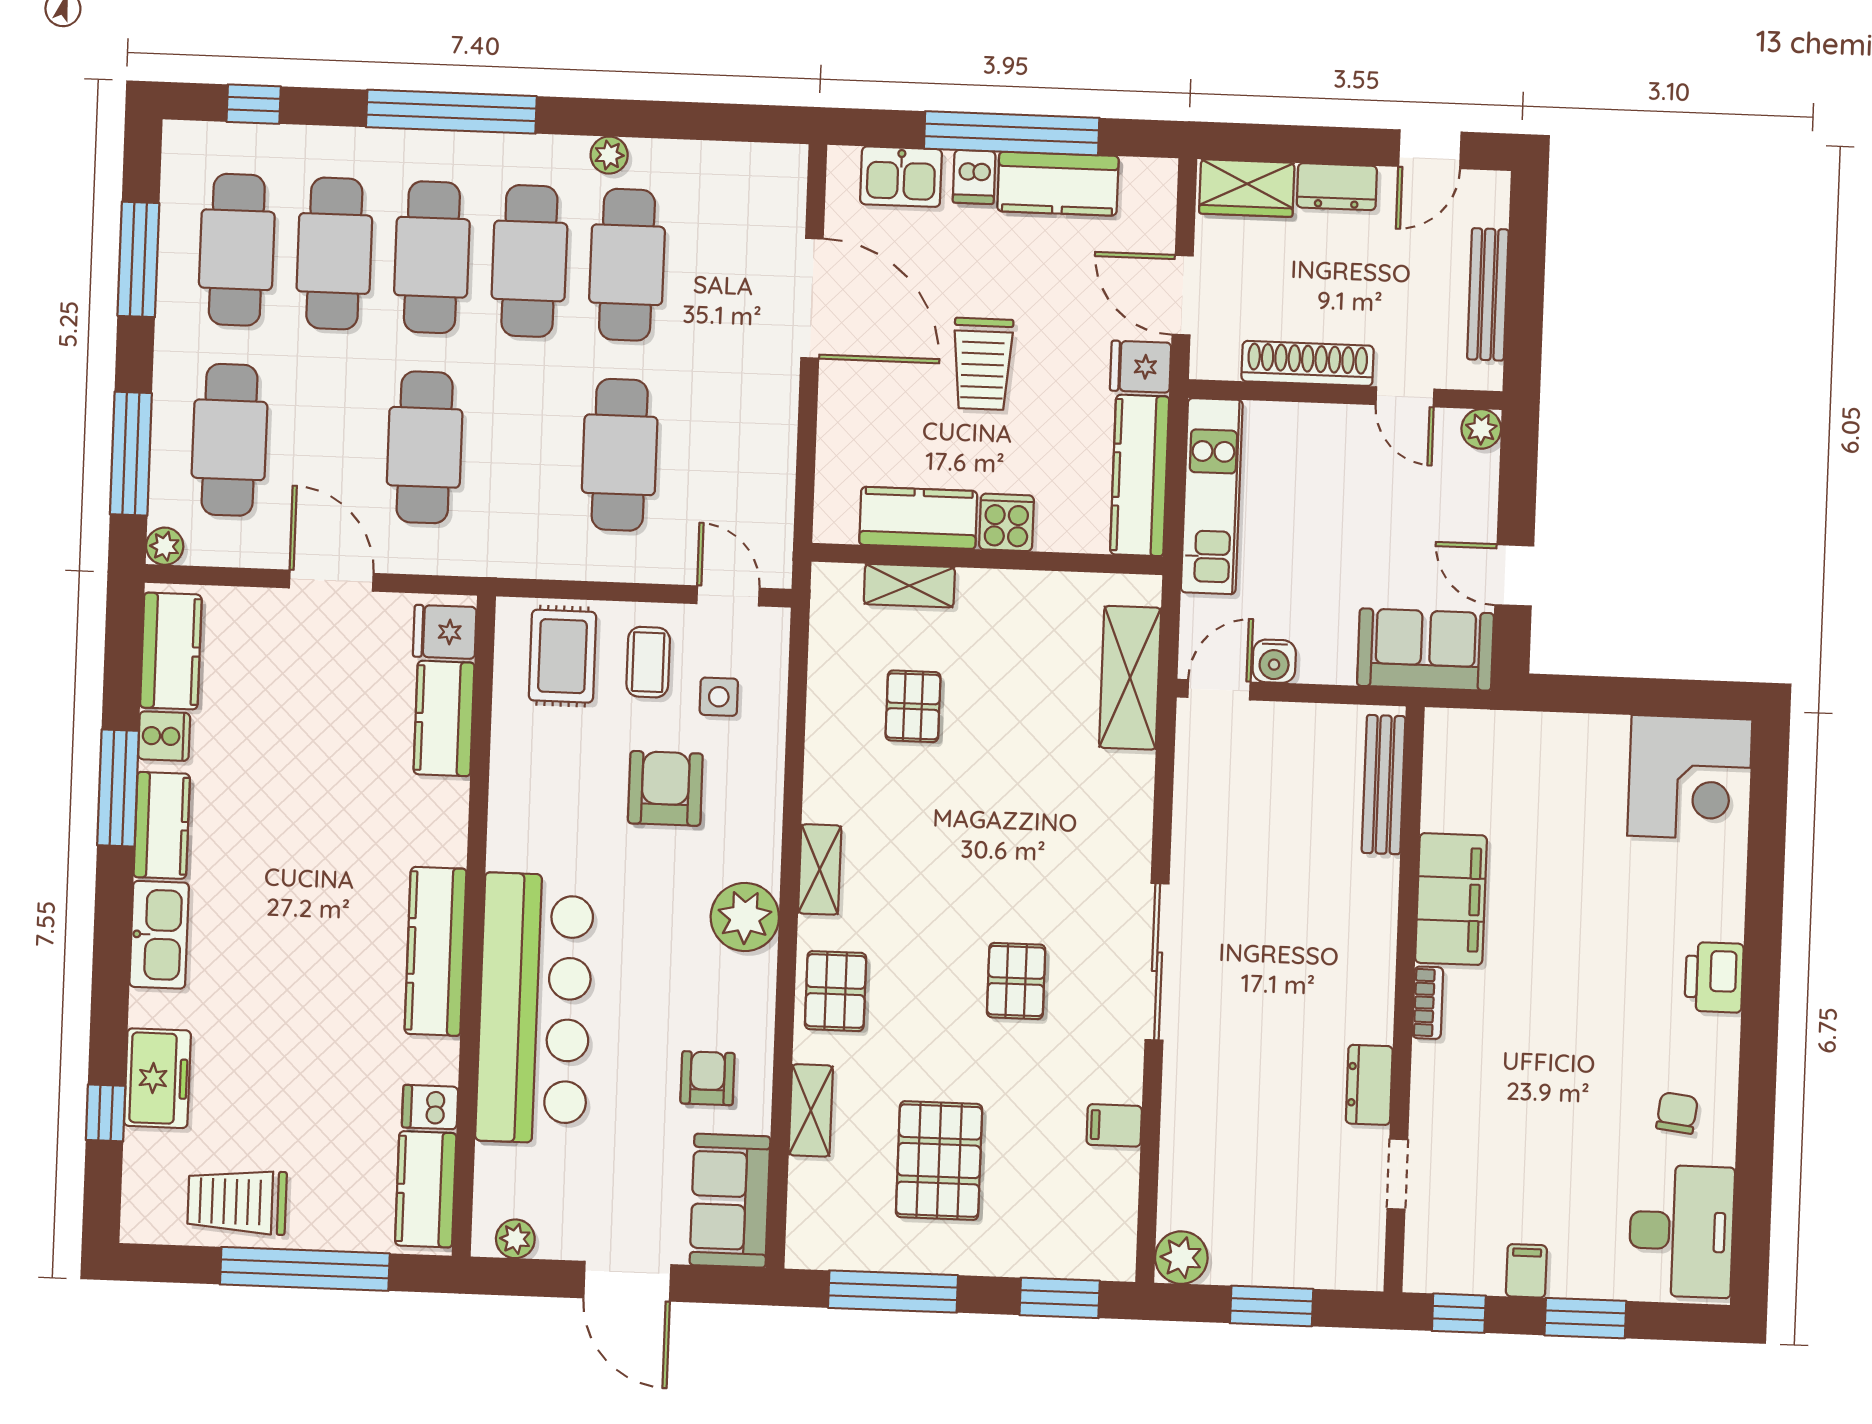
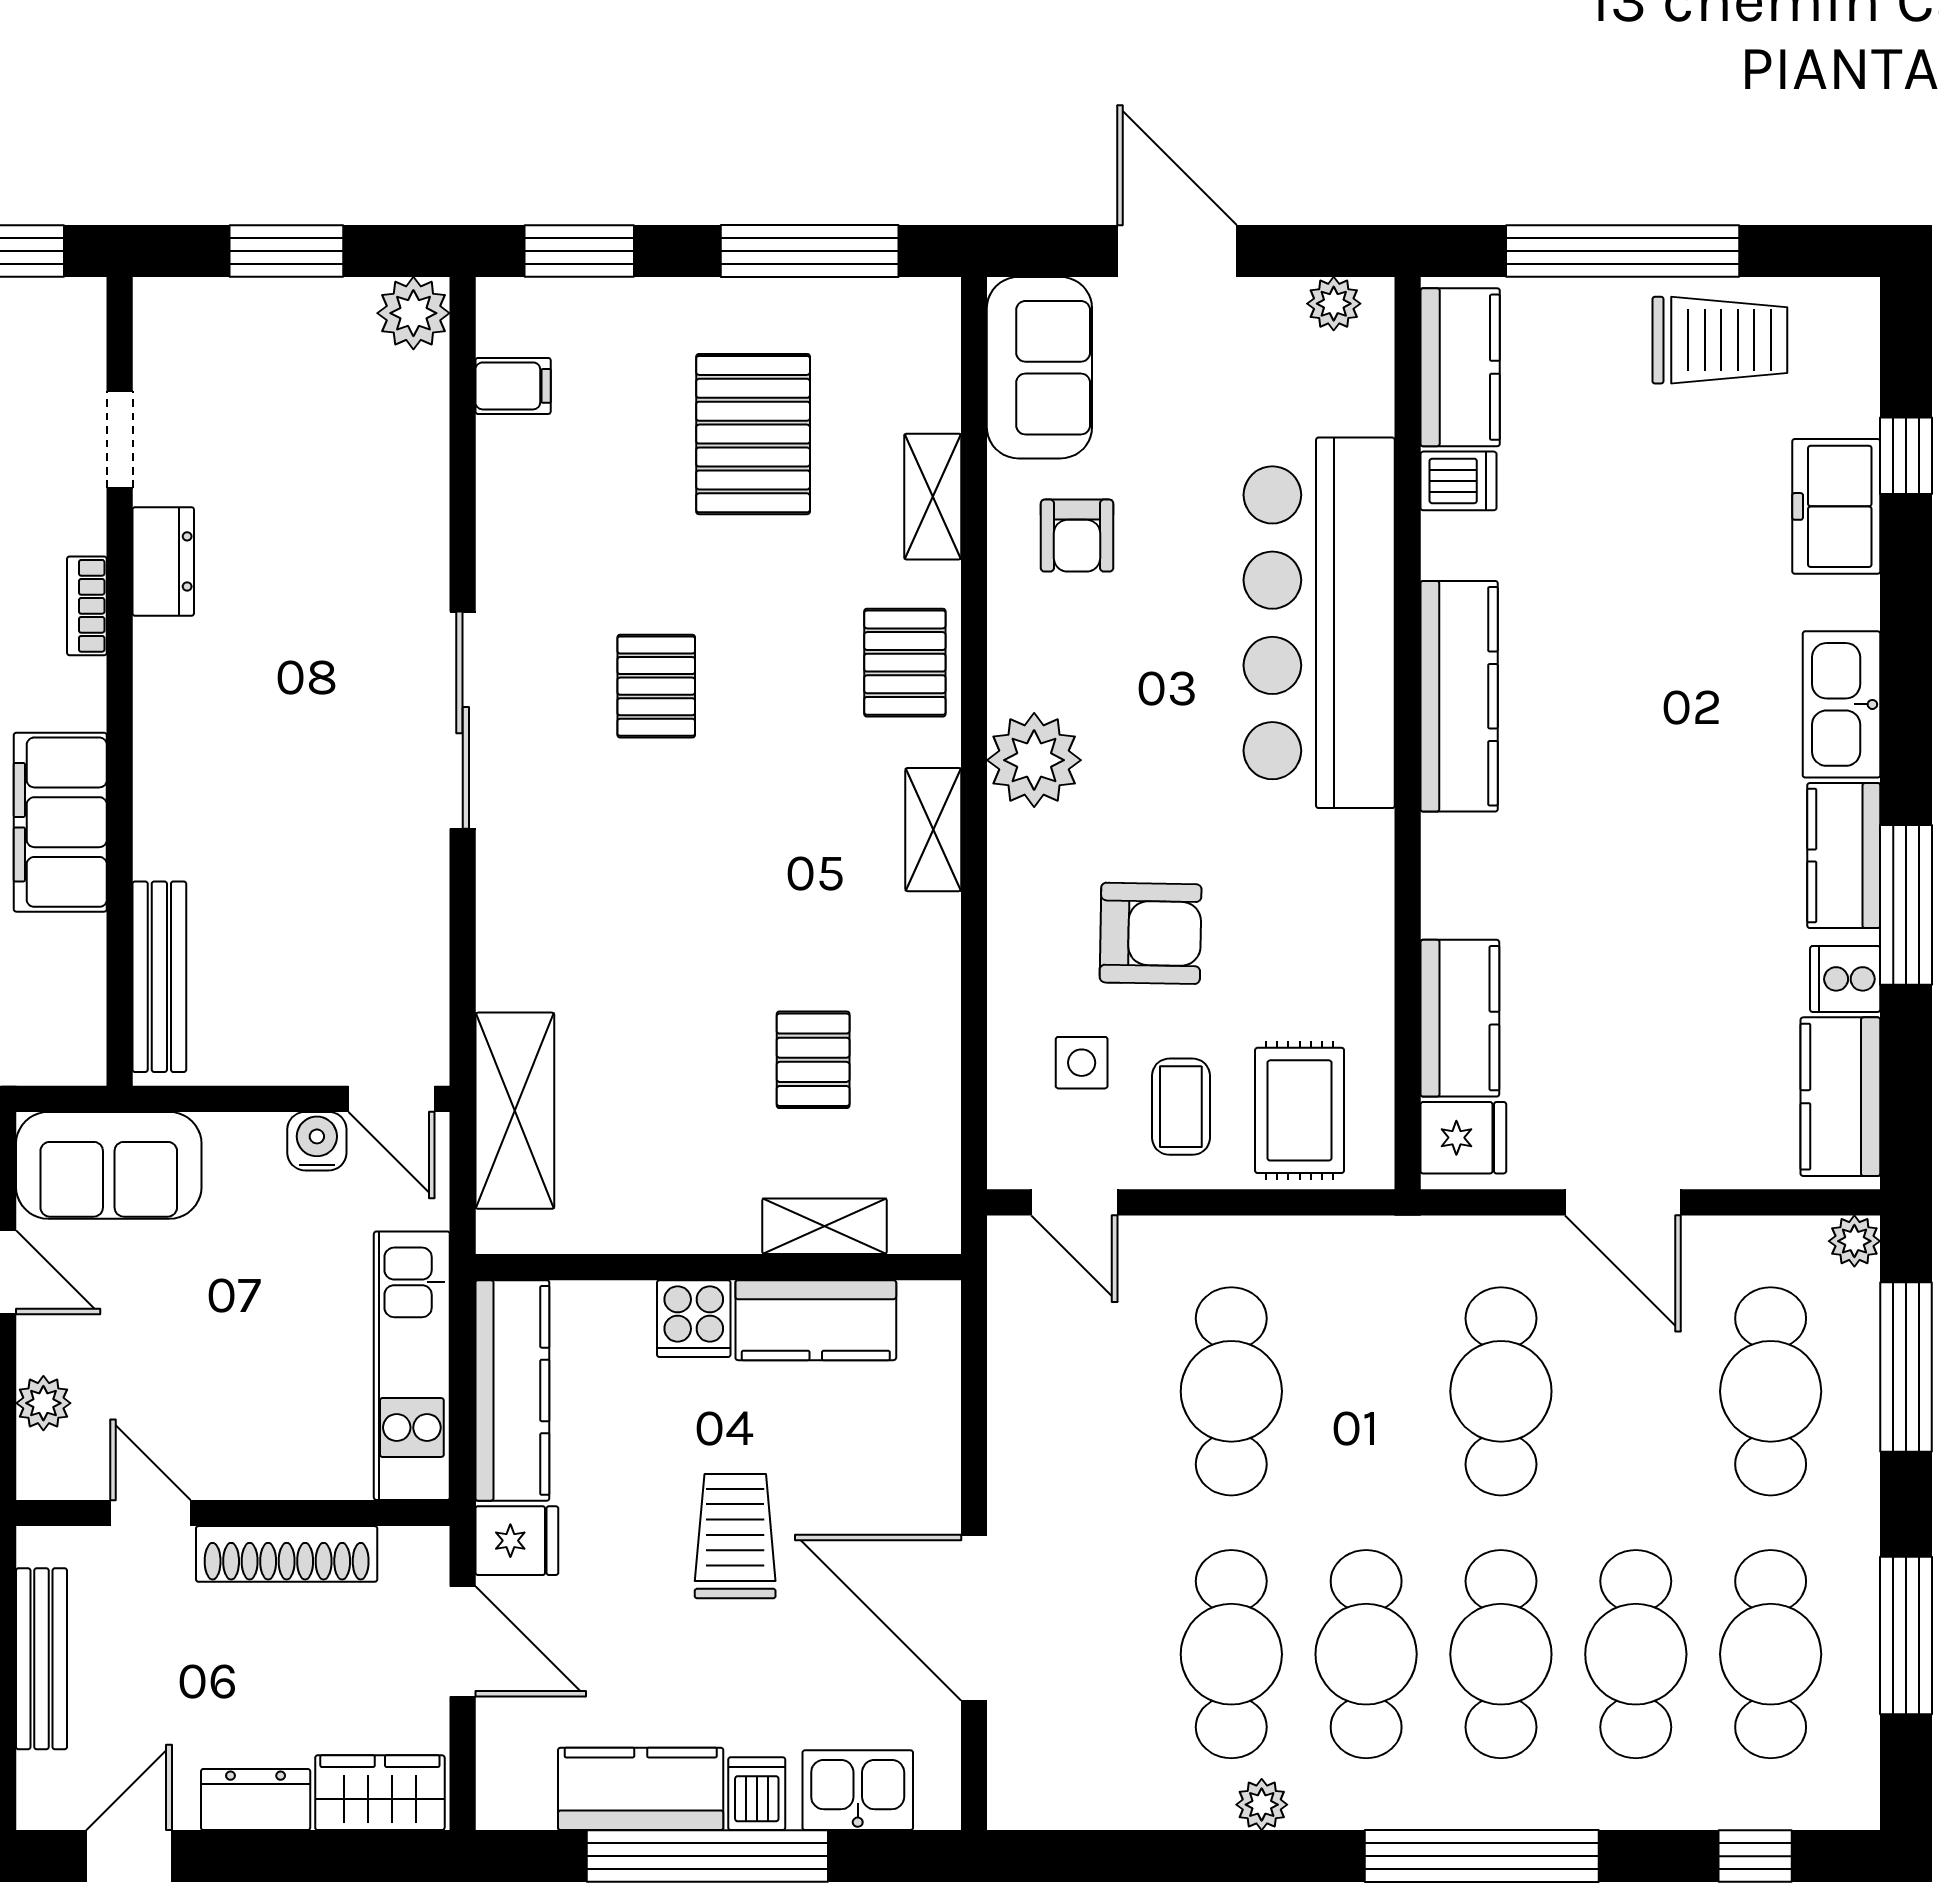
plant: (1481, 429) -> (43, 1403), moved
door: (1219, 690) -> (392, 1099), hinge flipped
armchair: (665, 788) -> (1151, 933), turned -89
bookcase: (1428, 1003) -> (87, 606), moved
filing cabinet: (1114, 1125) -> (513, 386), moved

